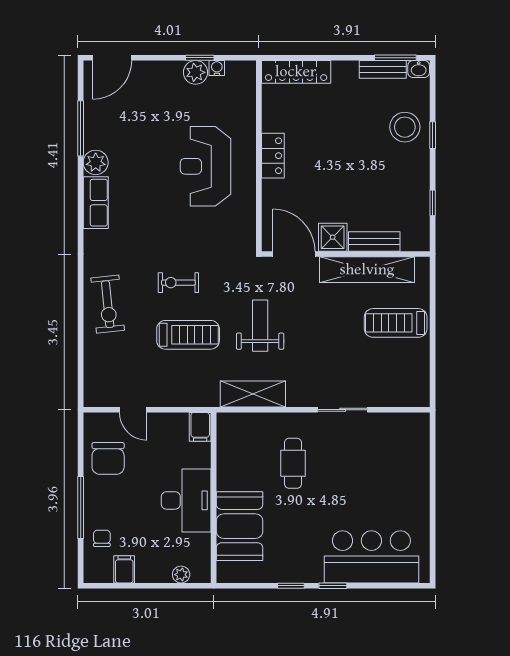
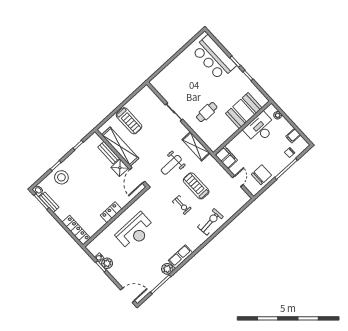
filing cabinet: (200, 427) -> (226, 157), width x2.00
desk: (186, 500) -> (260, 128), moved

